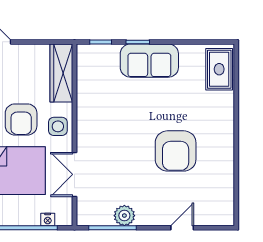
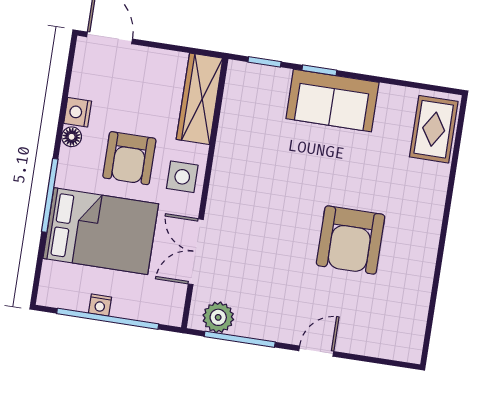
plant: (124, 216) -> (218, 317), moved
nightstand: (48, 220) -> (100, 305), moved
door: (182, 228) -> (316, 351), moved

